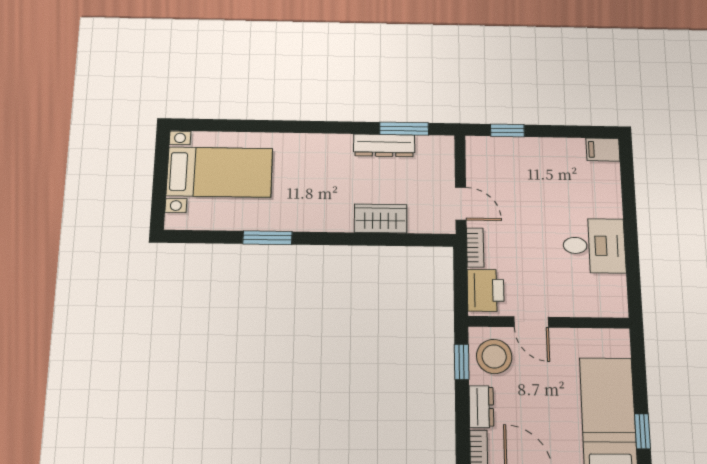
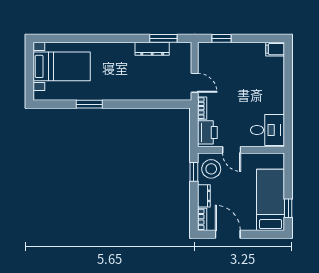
wardrobe: (381, 219) -> (150, 92), removed
desk: (594, 246) -> (267, 130), moved

